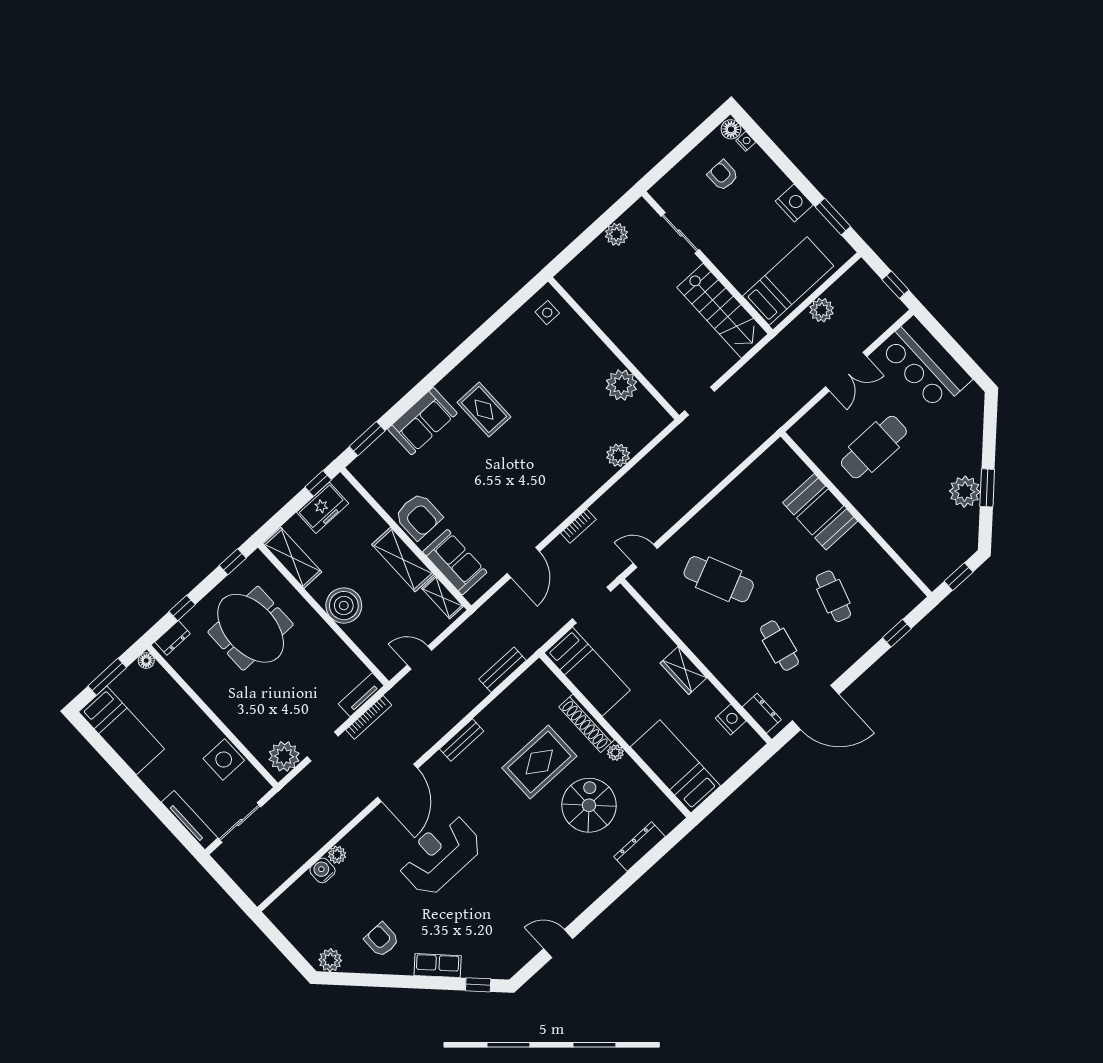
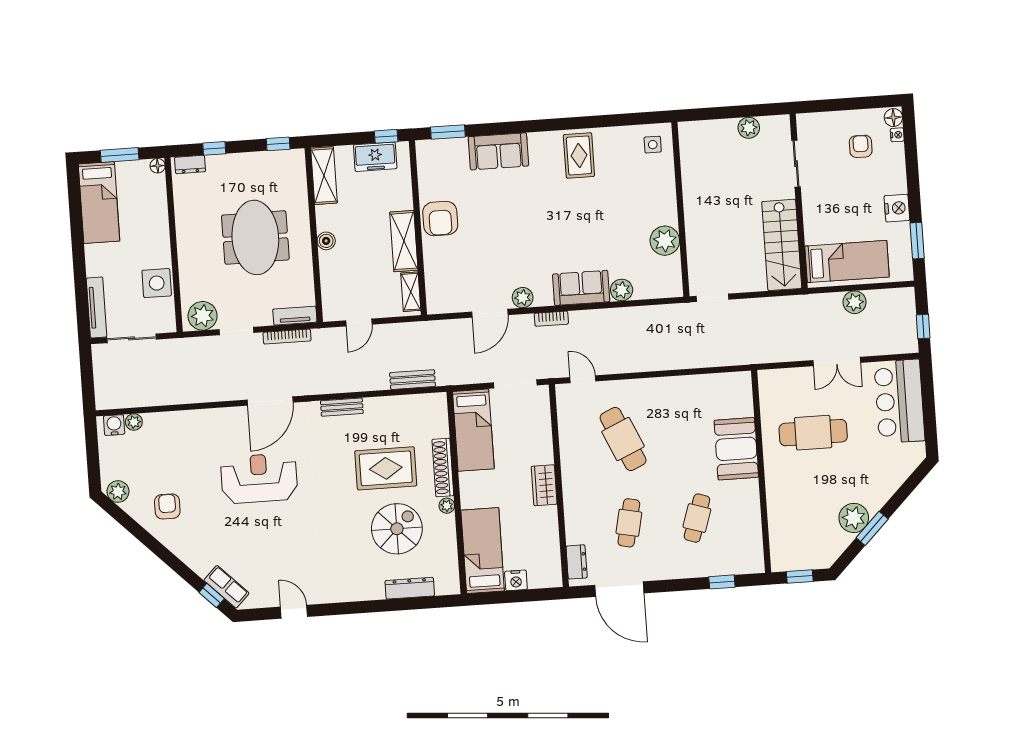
rug: (484, 410) -> (579, 155), moved
plant: (540, 528) -> (523, 298), added
sofa: (455, 562) -> (581, 288), moved, turned -90
boiler: (344, 606) -> (326, 241), width x0.54, depth x0.54
meeting table: (251, 628) -> (255, 237), moved
door: (419, 658) -> (359, 322), swing flipped
nightstand: (731, 719) -> (516, 580), moved, turned 90
plant: (337, 855) -> (134, 422), moved
water cooler: (322, 870) -> (114, 425), moved
row of seats: (438, 966) -> (226, 587), moved

